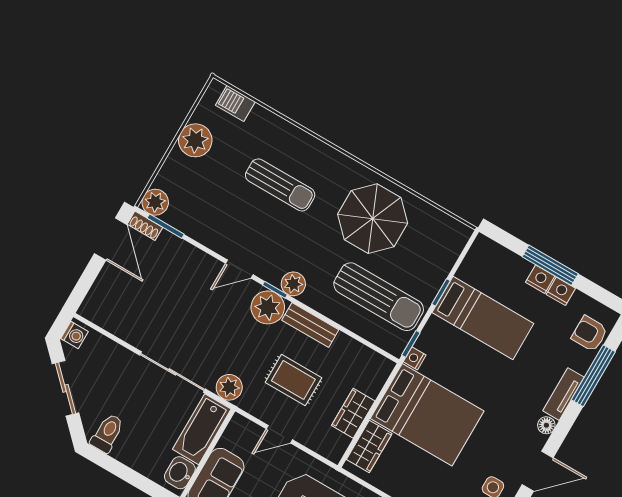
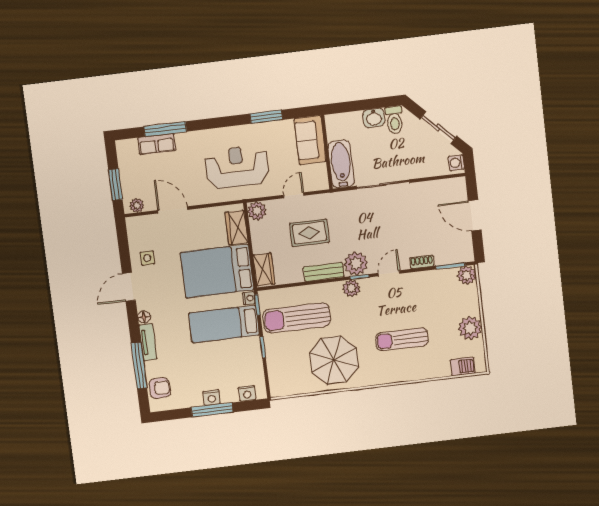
shoe rack: (145, 226) -> (422, 262), moved
door: (111, 239) -> (475, 215), moved
nightstand: (561, 291) -> (247, 393), moved
bed: (483, 318) -> (224, 324), moved
plant: (229, 387) -> (257, 211), moved
wardrobe: (353, 413) -> (264, 270), moved
washbasin: (180, 473) -> (374, 118), moved, turned 90

